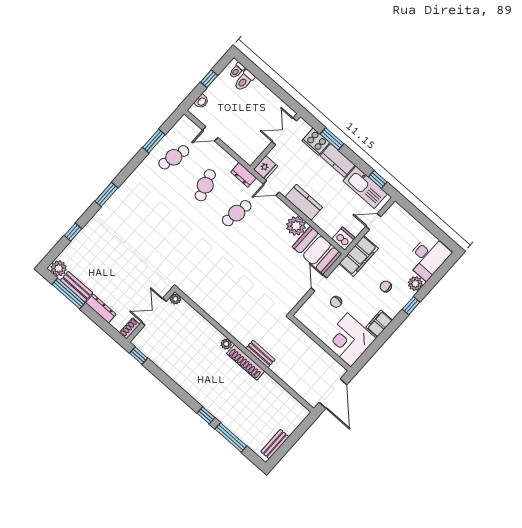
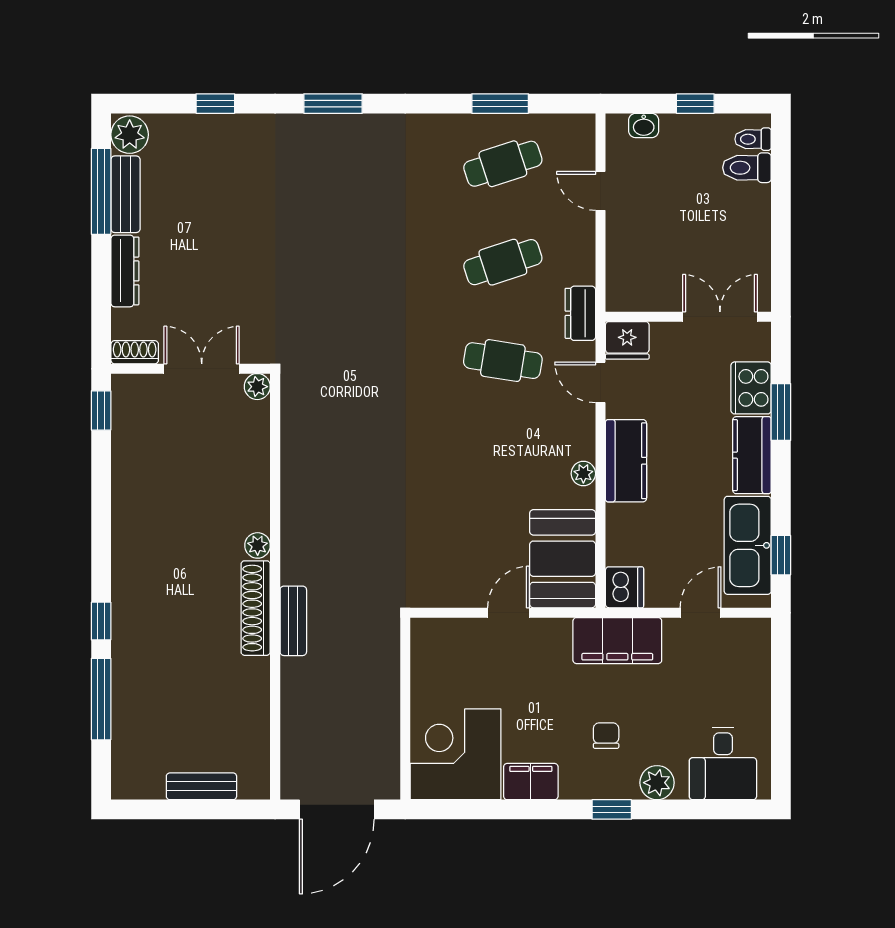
cafe table: (174, 157) -> (503, 164), turned -33
door: (373, 221) -> (701, 613), hinge flipped
plant: (296, 226) -> (583, 474), width x0.53, depth x0.53
desk: (428, 257) -> (723, 763), width x0.73
chair: (336, 302) -> (502, 672), removed
bench: (275, 444) -> (201, 786), moved

